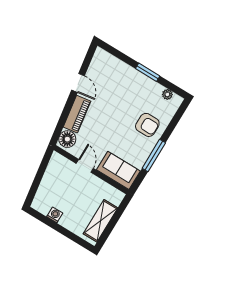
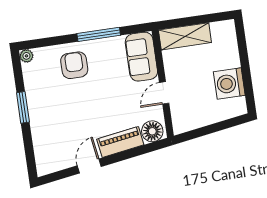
plant: (167, 94) -> (26, 56), moved
washing machine: (55, 215) -> (229, 84), width x1.89, depth x1.89
shelving: (101, 221) -> (185, 36), moved

